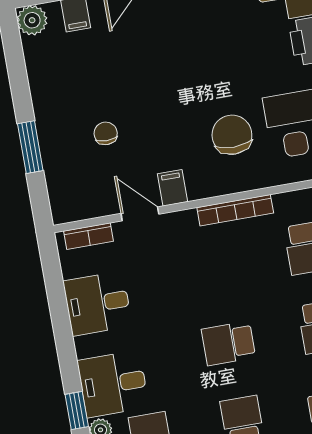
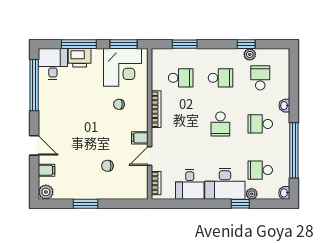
chair: (232, 135) -> (119, 104), width x0.54, depth x0.54
window: (30, 147) -> (85, 204), moved
desk: (113, 384) -> (225, 184), width x1.37

